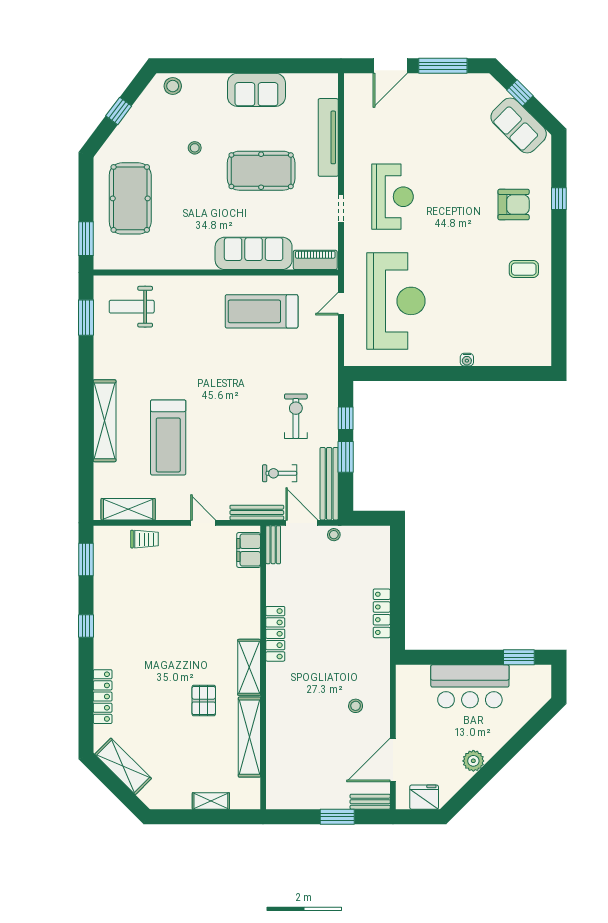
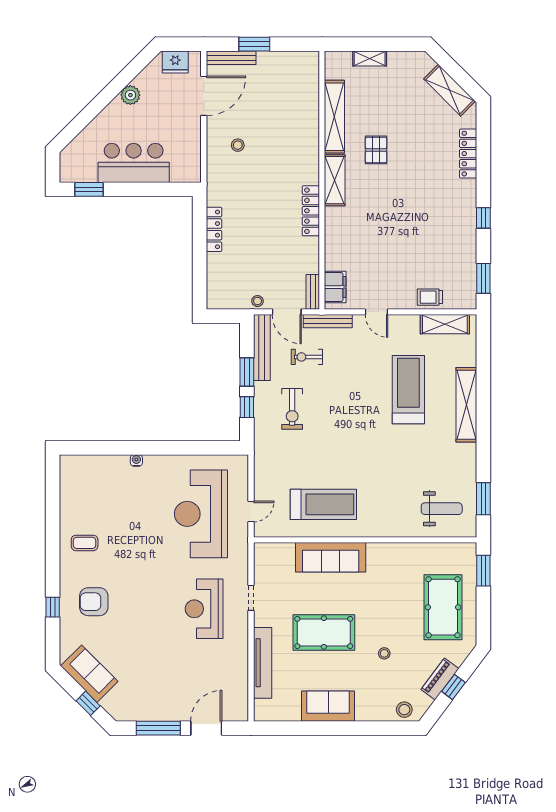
piano: (315, 260) -> (440, 679), moved, turned 127
exercise bike: (280, 473) -> (307, 357), turned 180
bench: (370, 802) -> (231, 58), width x1.36

